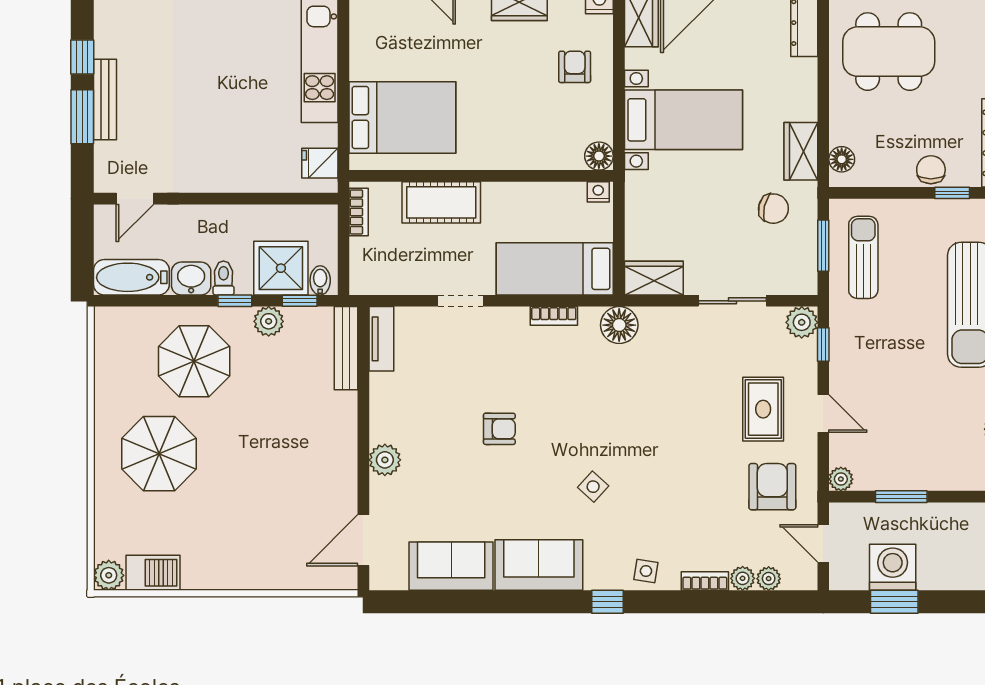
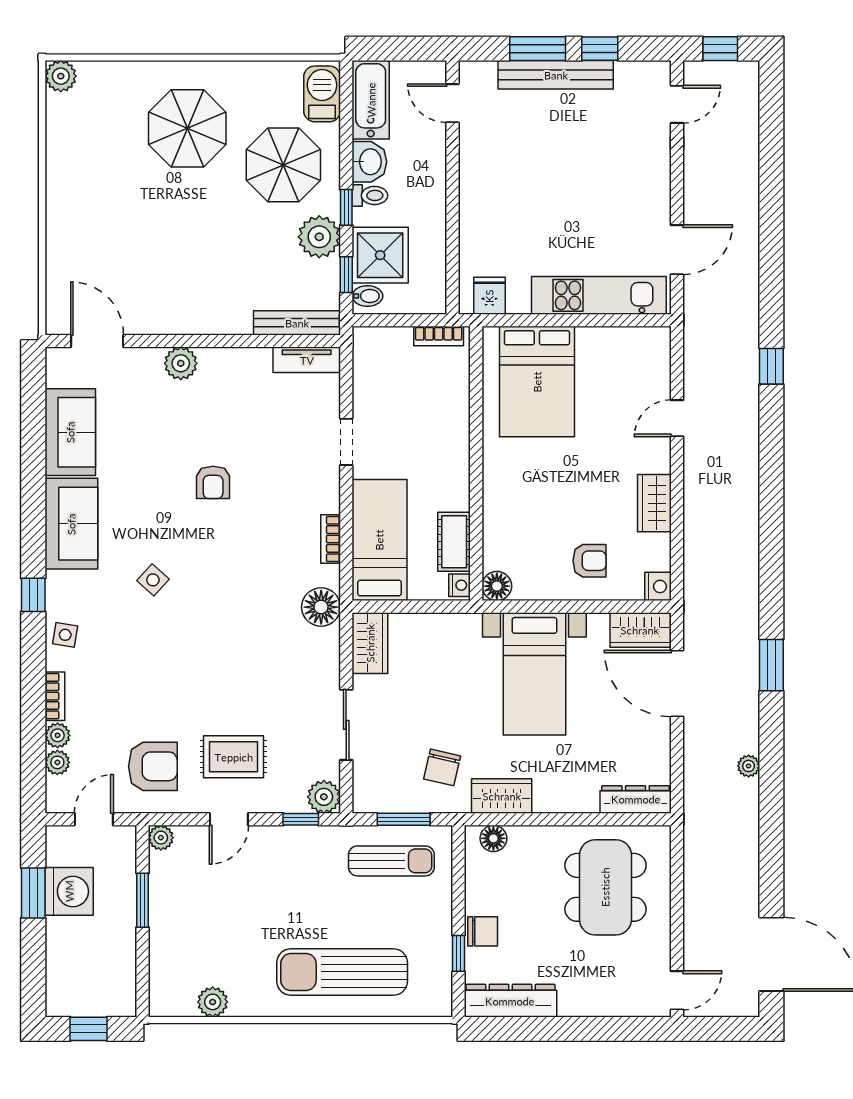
bench: (105, 99) -> (556, 75), width x1.37, depth x1.21
cot: (441, 202) -> (454, 542), moved, width x0.73, depth x0.75
plant: (269, 321) -> (319, 237), width x1.36, depth x1.36
barbecue: (153, 573) -> (322, 94), moved, turned 180

